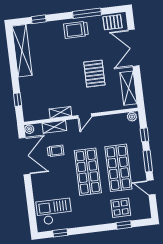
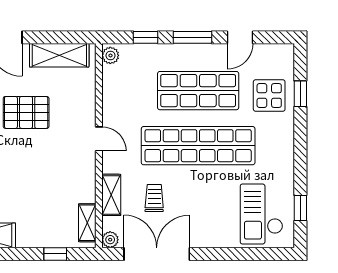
shelving: (60, 112) -> (87, 223), moved
shop shelf: (88, 172) -> (198, 146), width x1.40

